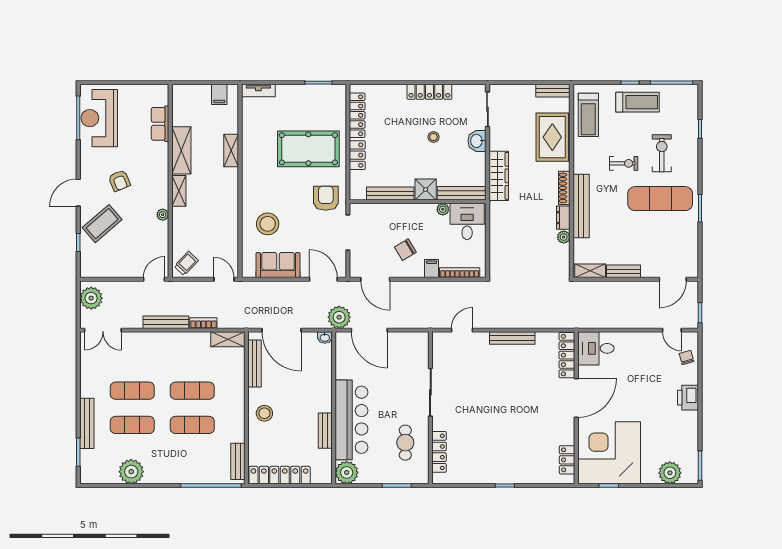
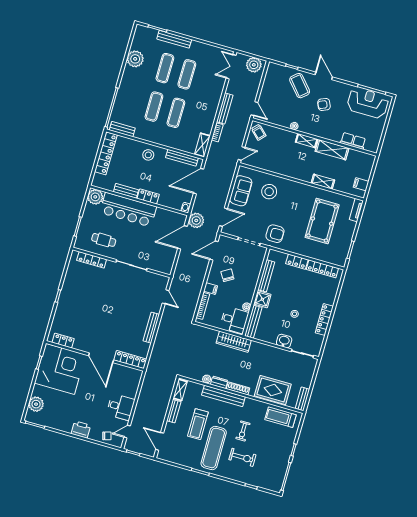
treadmill: (637, 102) -> (198, 424), moved
pool table: (308, 149) -> (322, 221), moved
wardrobe: (499, 176) -> (234, 342), moved
desk: (596, 348) -> (121, 407), moved, turned 90
locker: (324, 396) -> (148, 196), added

